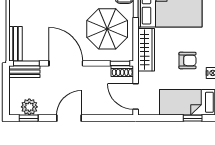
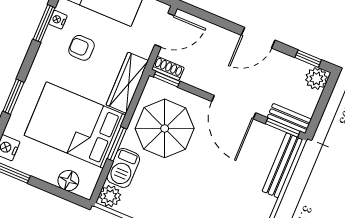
bench: (16, 44) -> (283, 165), width x1.36
door: (136, 97) -> (165, 30), hinge flipped
plant: (29, 107) -> (316, 79), moved

